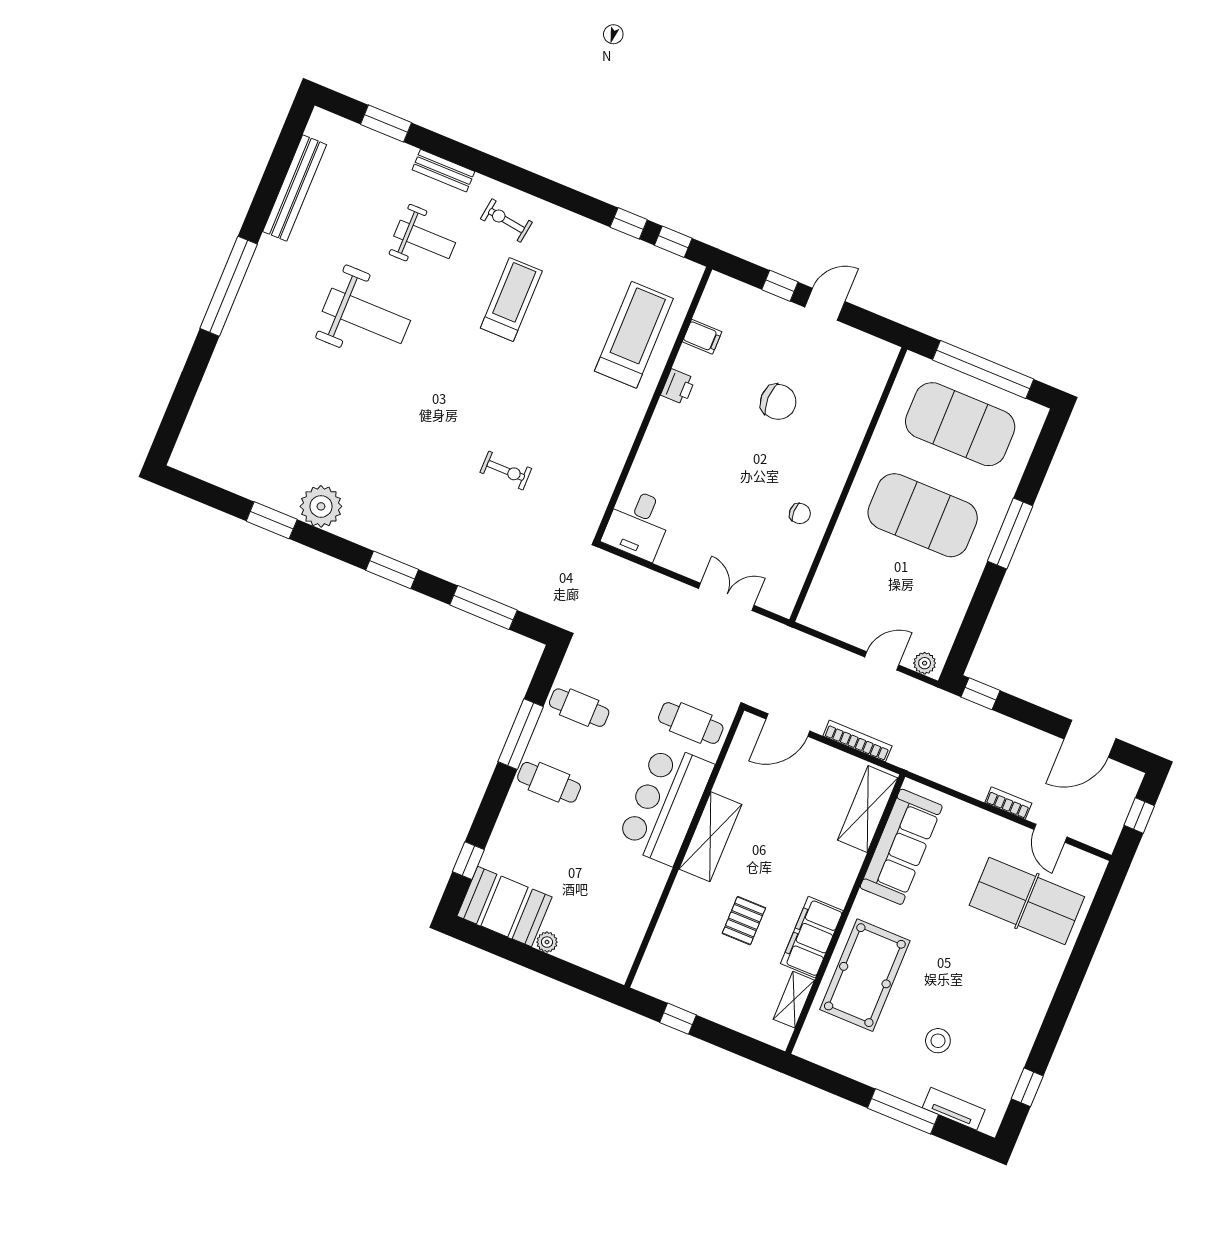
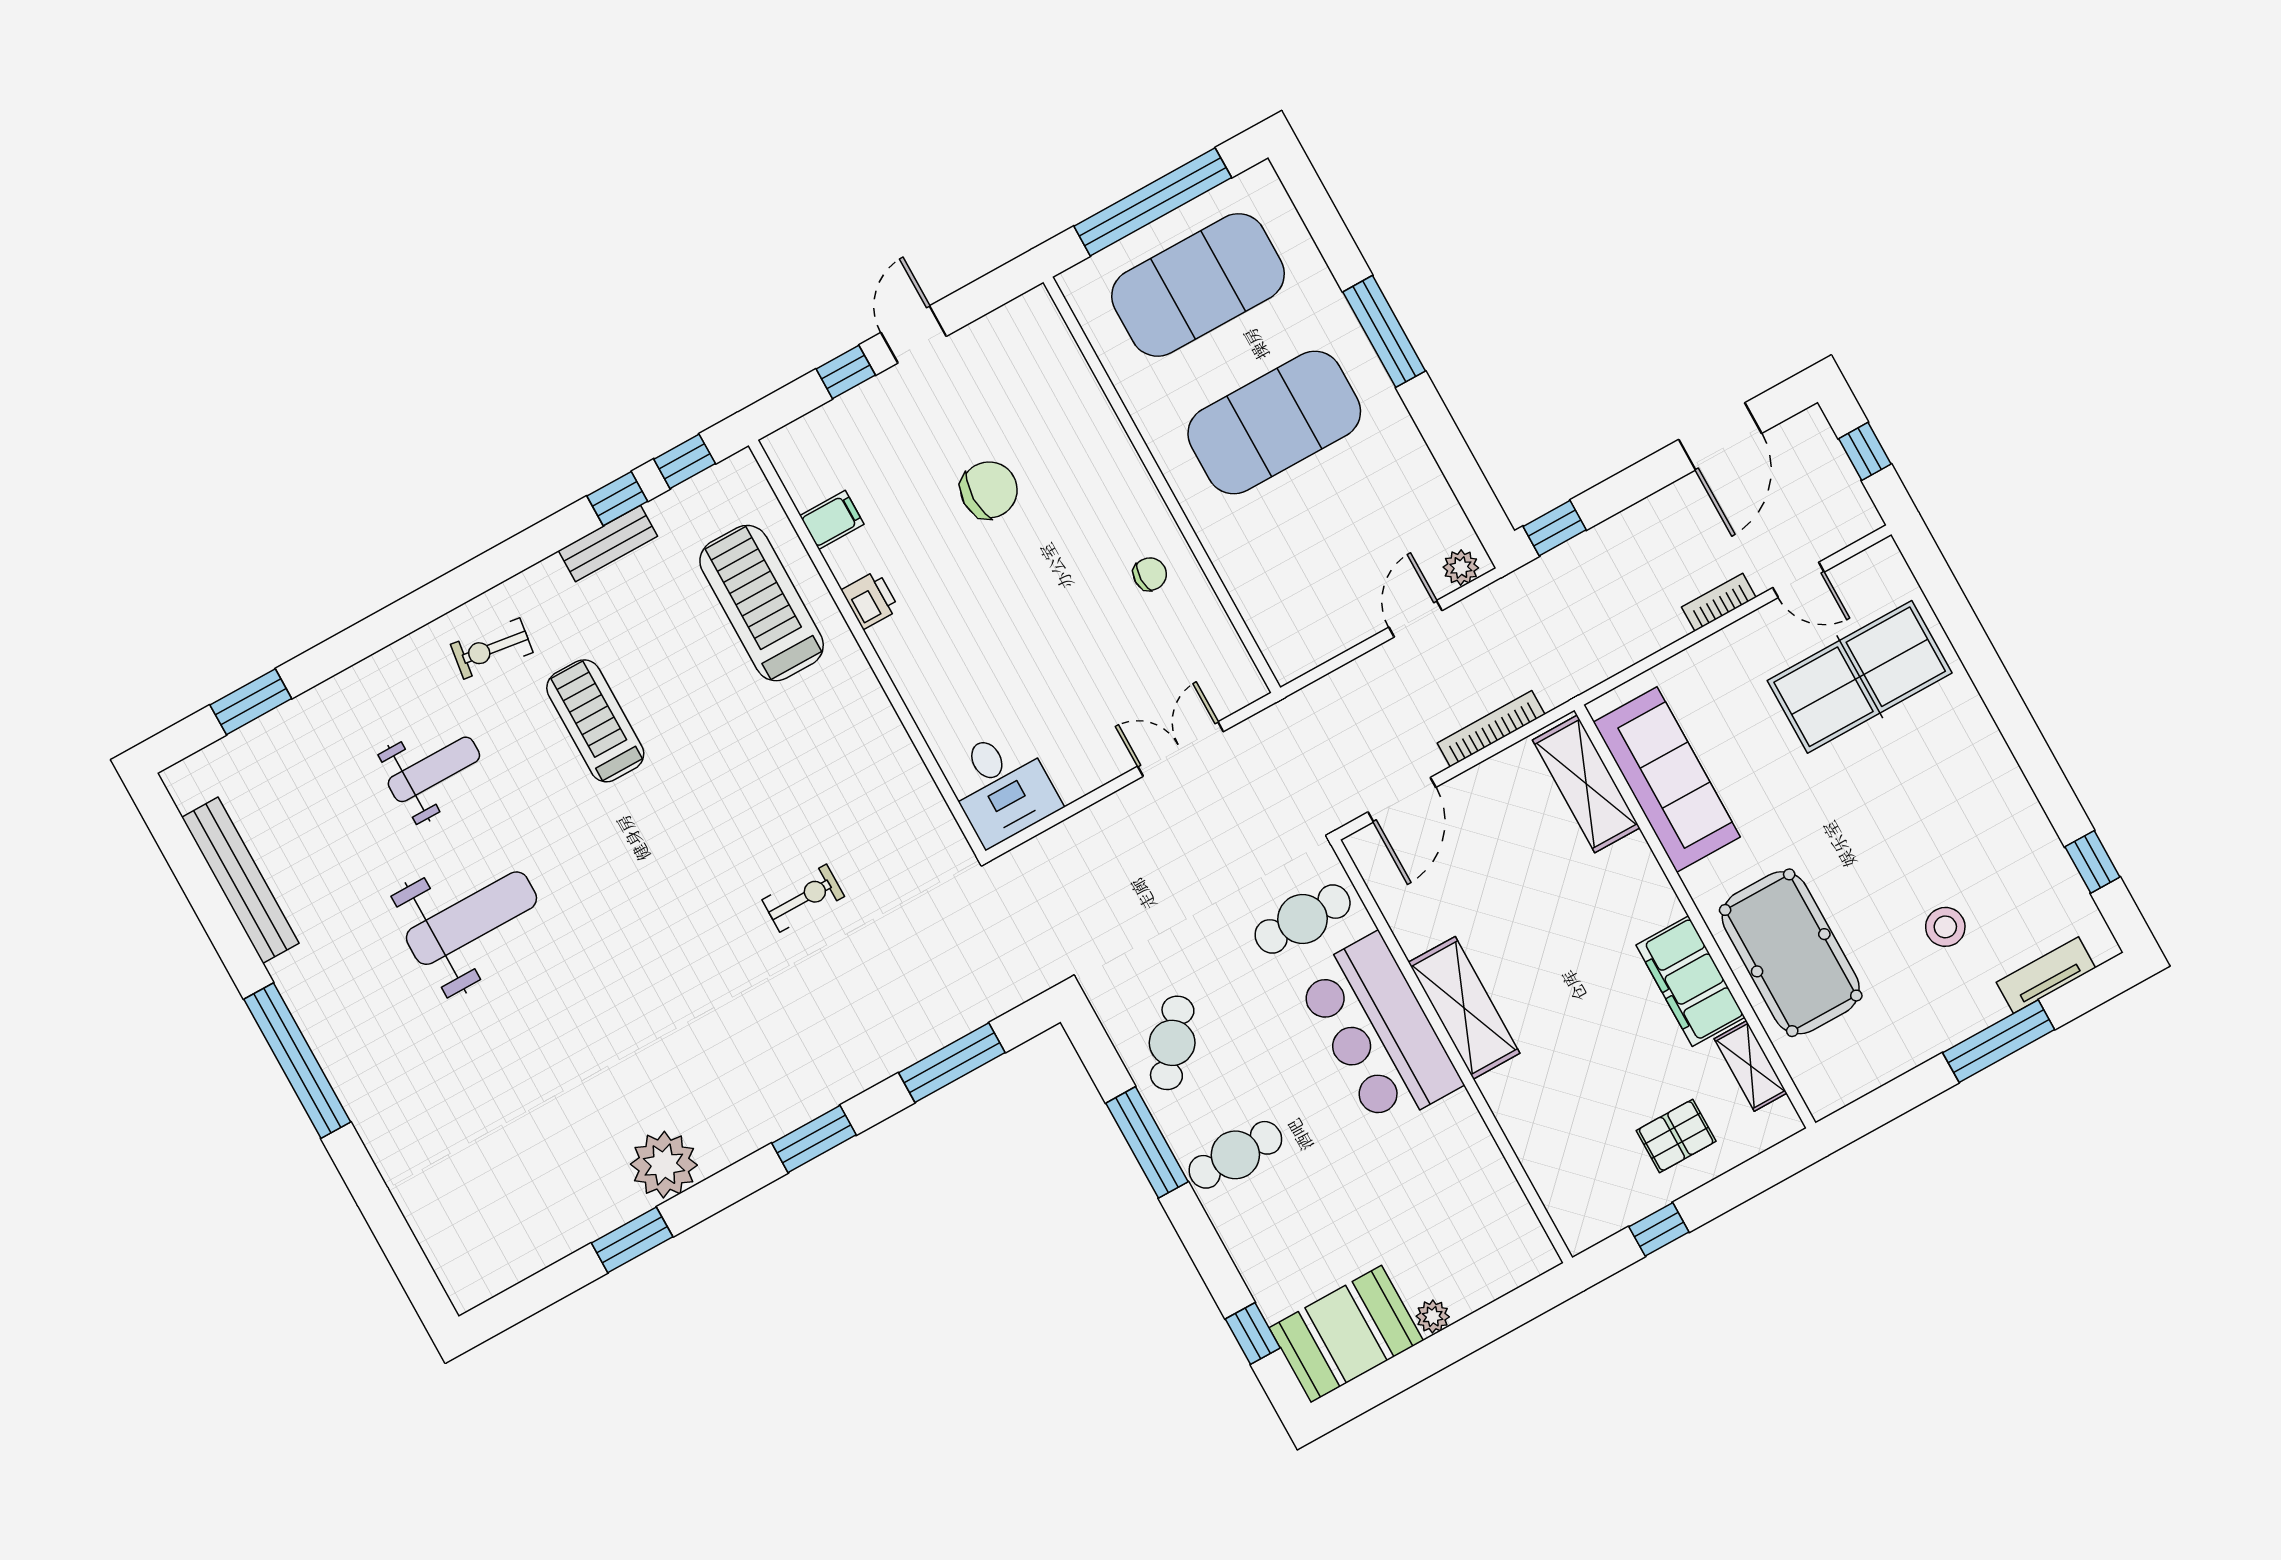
bench: (443, 171) -> (608, 544), moved
cafe table: (579, 708) -> (1172, 1043), turned -51
pallet: (744, 921) -> (1676, 1136), moved, turned 90

